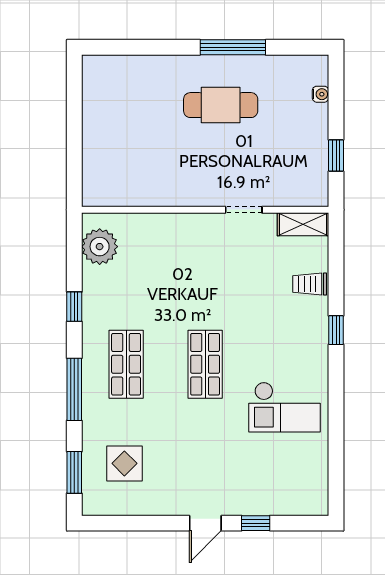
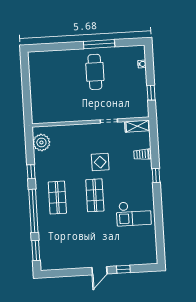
cafe table: (221, 105) -> (95, 72), turned 90
window: (74, 389) -> (33, 211), width x1.46
display table: (124, 463) -> (100, 162), moved

